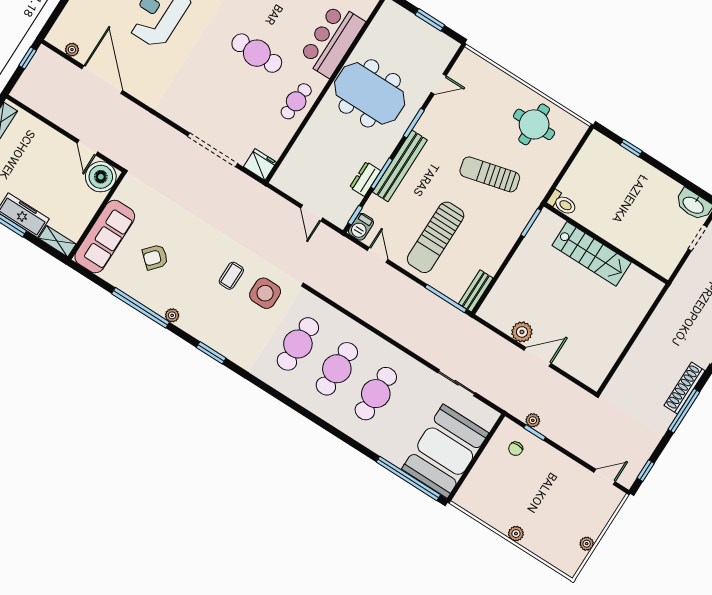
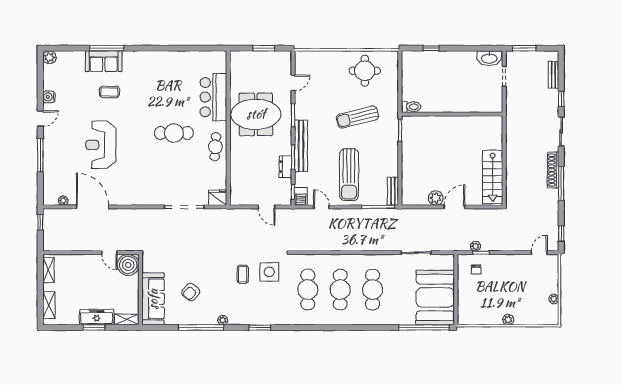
stairs: (592, 254) -> (493, 177), moved, turned 90

